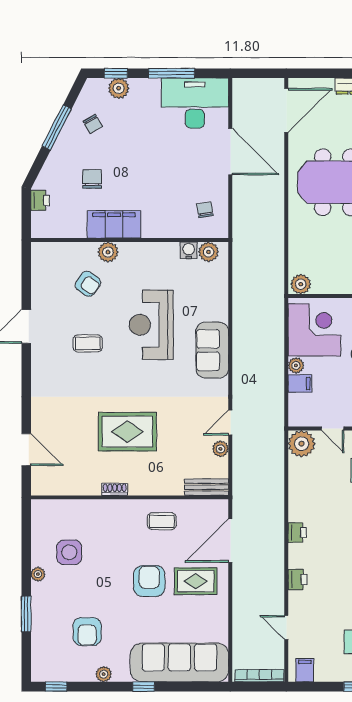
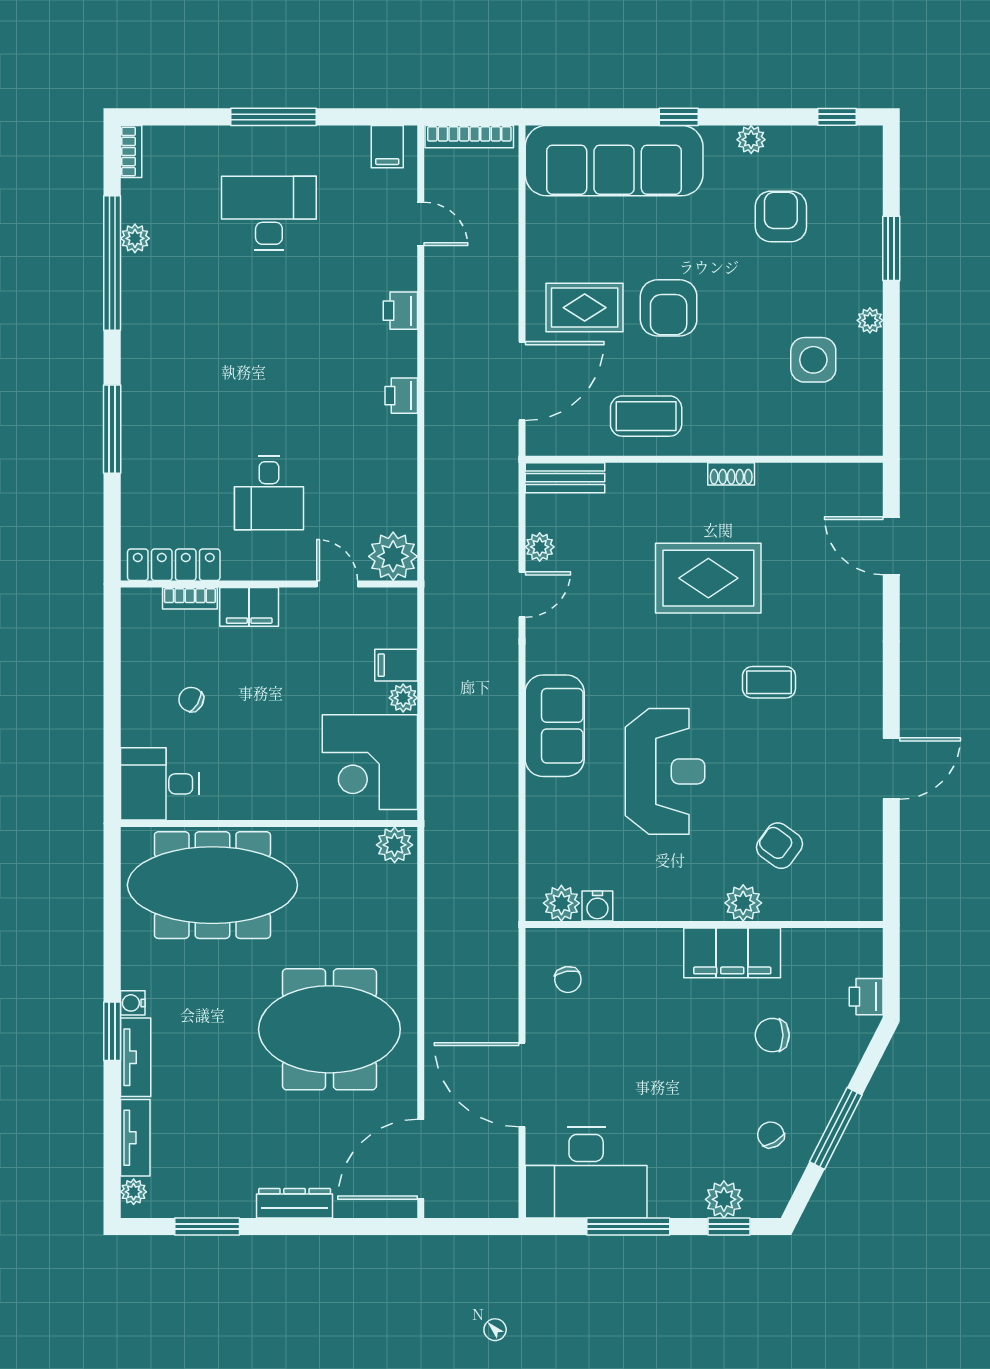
chair: (92, 179) -> (772, 1035), turned 90
coffee table: (88, 343) -> (769, 682), moved
coffee table: (162, 521) -> (646, 416), width x1.36, depth x1.30

